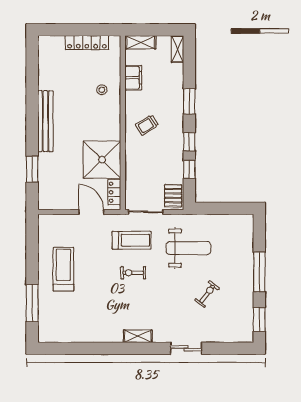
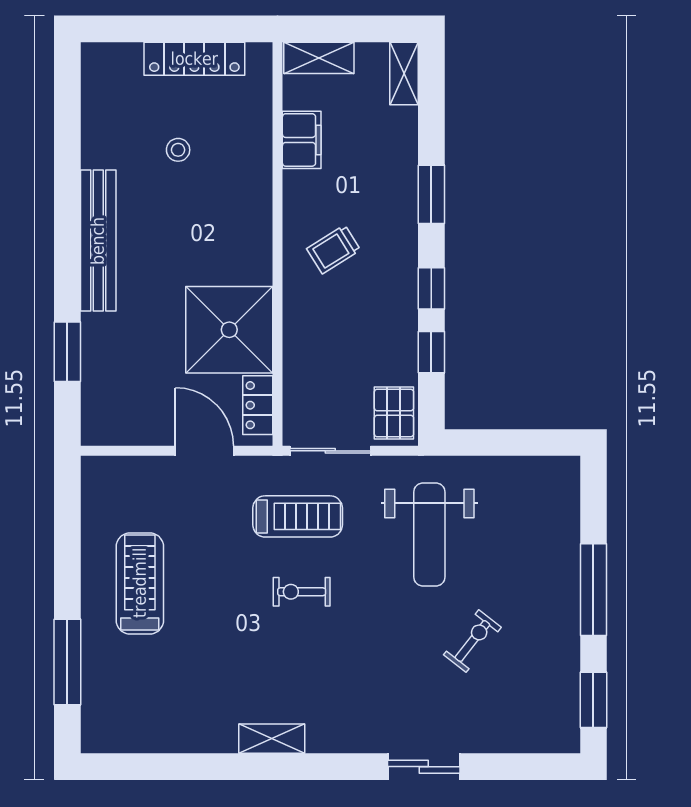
stool: (102, 90) -> (178, 150), moved
weight bench: (188, 248) -> (429, 535), turned 90
shelving: (138, 336) -> (272, 739), moved

